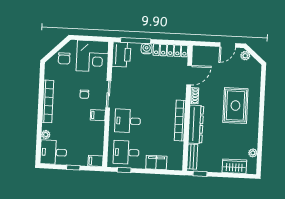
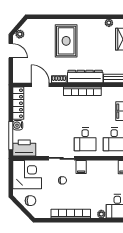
rug: (235, 106) -> (66, 41), turned 90

